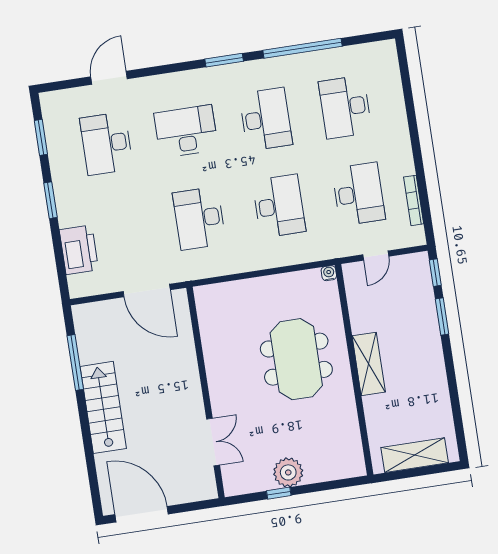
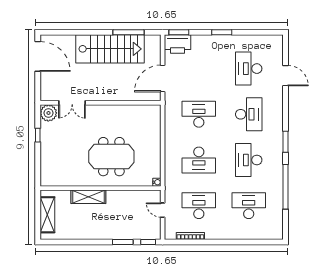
desk: (266, 119) -> (249, 160), turned 90
window: (41, 137) -> (179, 32), moved
desk: (106, 144) -> (249, 69), turned -90
desk: (359, 194) -> (199, 206), turned 180
printer: (79, 250) -> (177, 44), moved
shelving: (369, 364) -> (88, 197), moved
stairs: (103, 407) -> (110, 49), width x1.36, depth x1.51
plant: (288, 472) -> (48, 113), moved
door: (142, 514) -> (38, 56), hinge flipped

